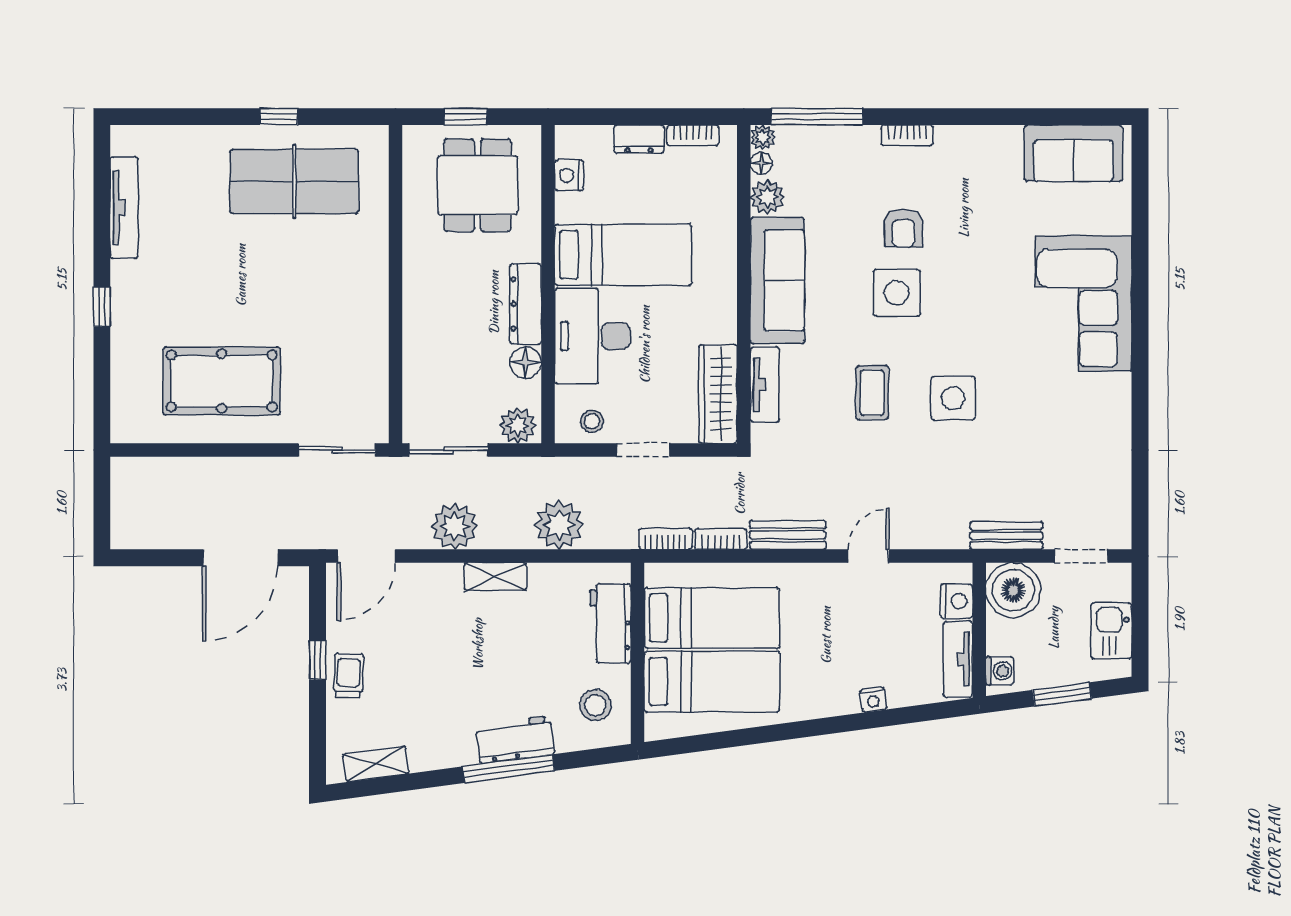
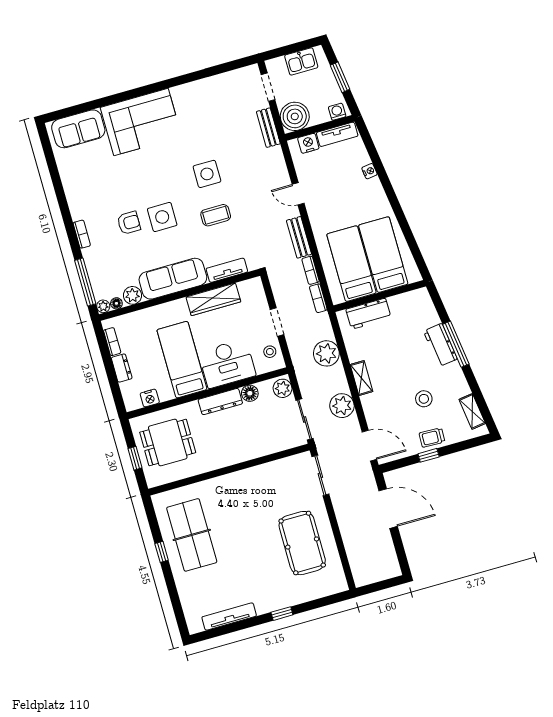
sofa: (1073, 153) -> (78, 129), moved, turned 90
wardrobe: (718, 394) -> (213, 299), moved
stool: (595, 705) -> (424, 399), moved

